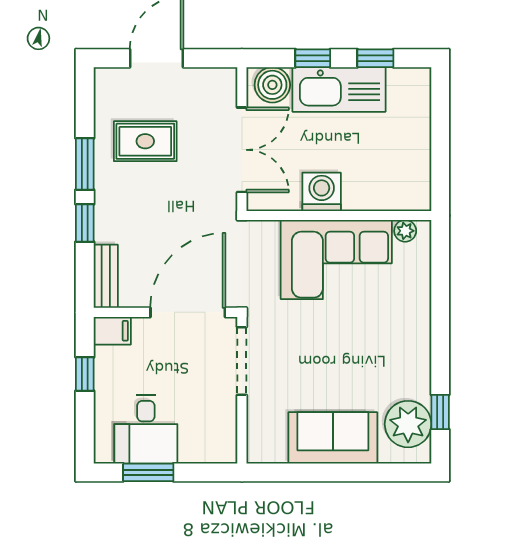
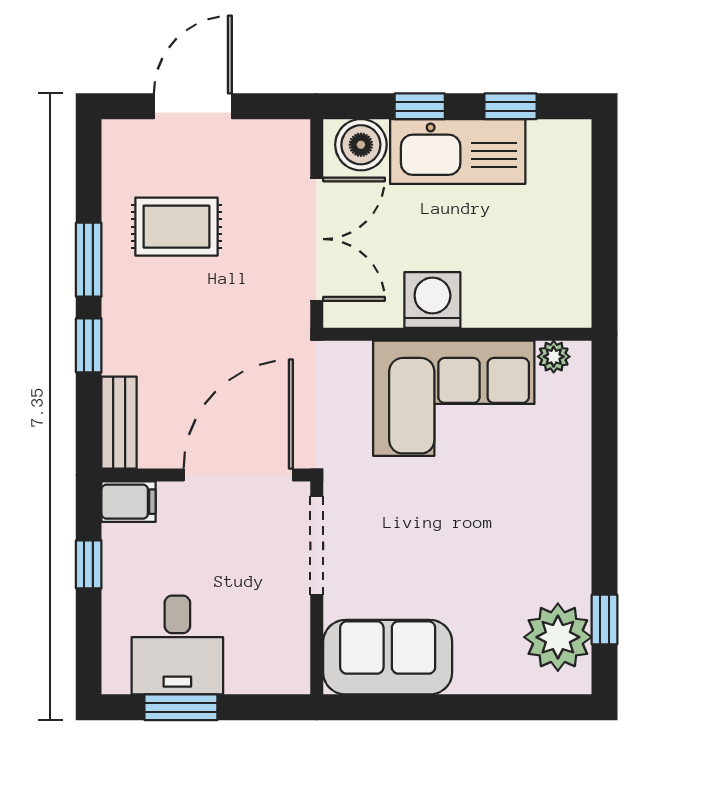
sofa: (333, 438) -> (388, 657), moved

